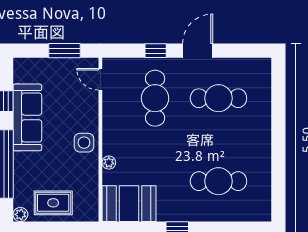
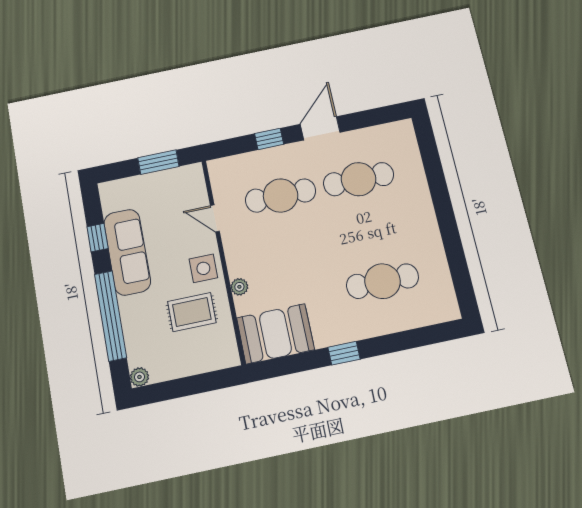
door: (100, 79) -> (215, 218), moved
cafe table: (155, 98) -> (281, 195), turned 90
rug: (53, 203) -> (192, 312), moved

